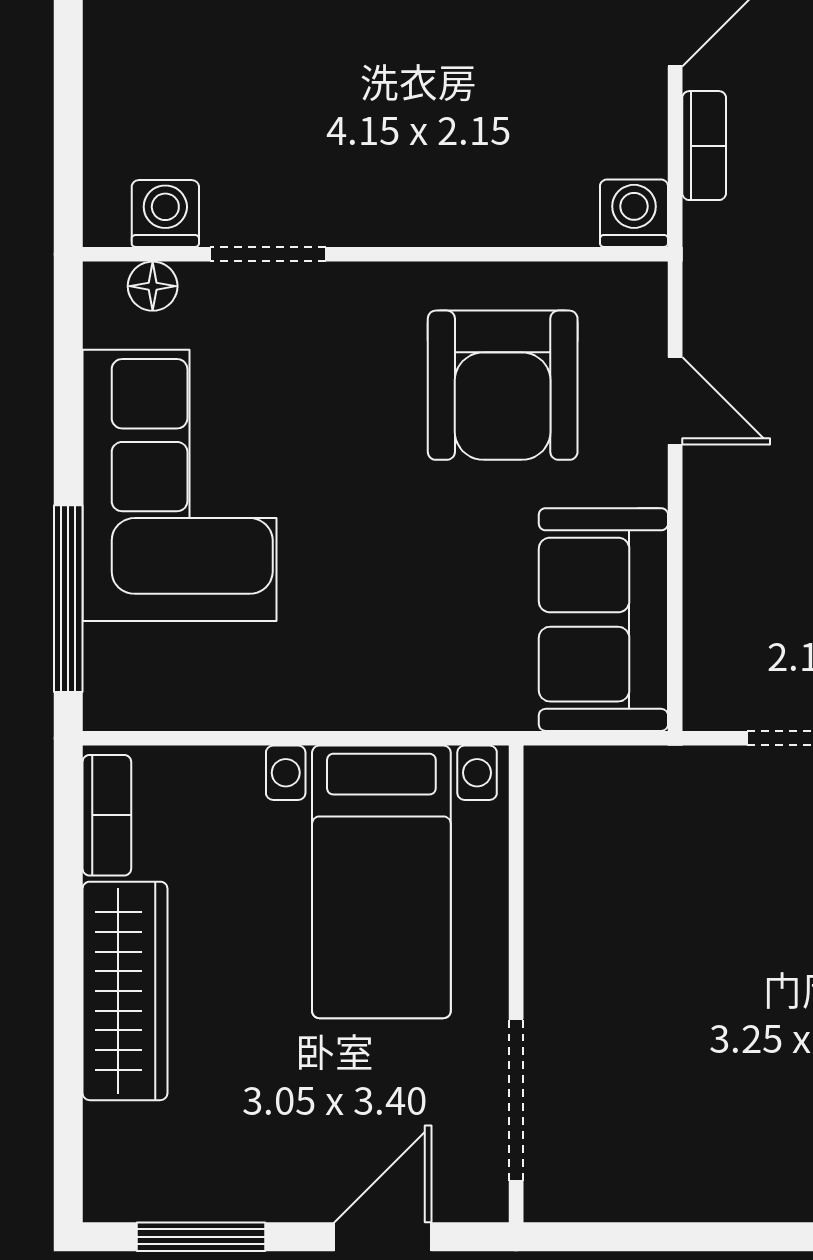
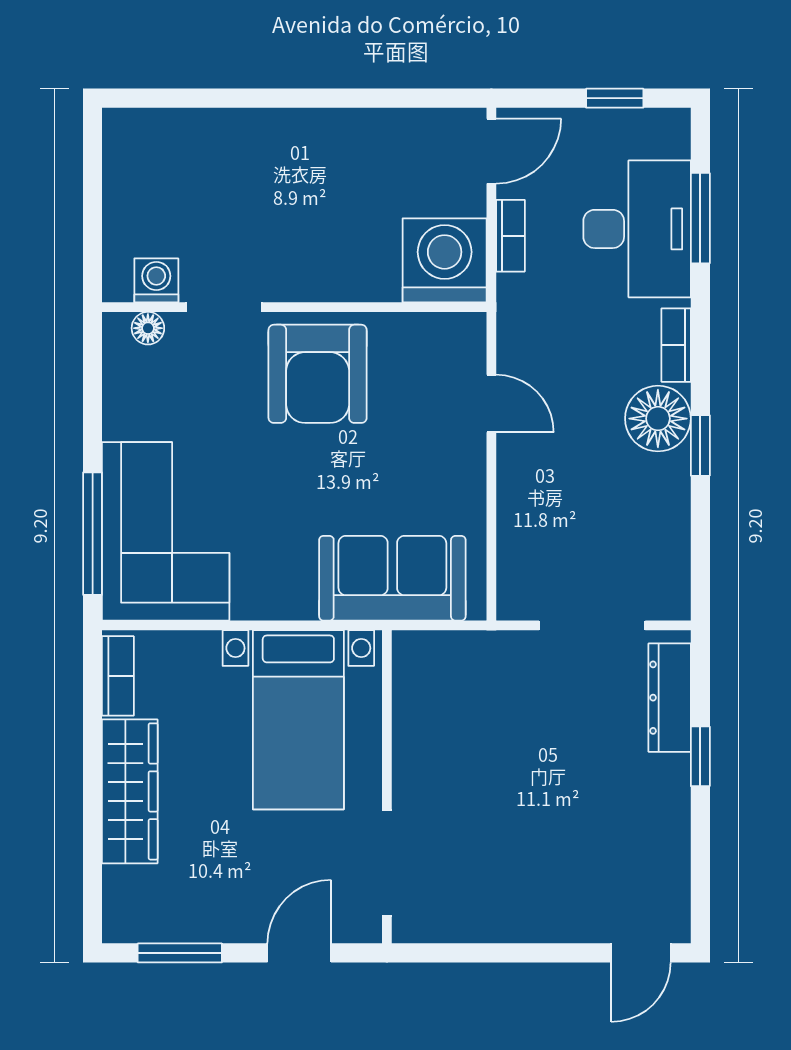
washing machine: (634, 213) -> (445, 260), width x1.89, depth x1.89
armchair: (503, 385) -> (318, 374), moved
corner sofa: (180, 485) -> (166, 531), moved
sofa: (603, 620) -> (392, 578), moved, turned 90

